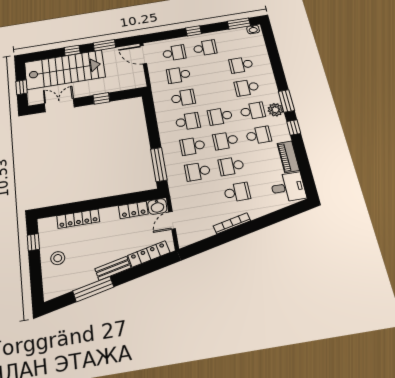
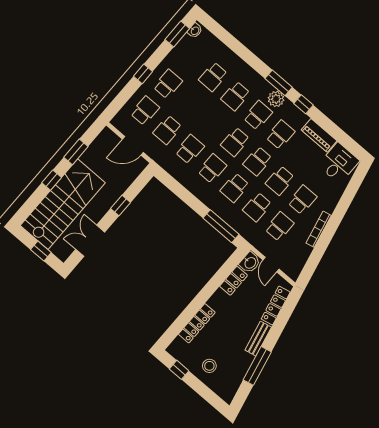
door: (143, 55) -> (133, 146), moved
school desk: (203, 198) -> (279, 226), added

